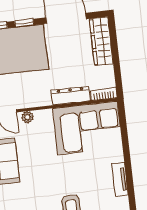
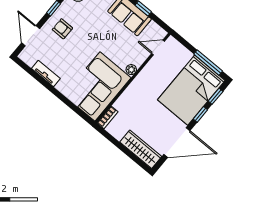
dresser: (71, 96) -> (127, 97), removed
plant: (27, 117) -> (131, 70), moved

